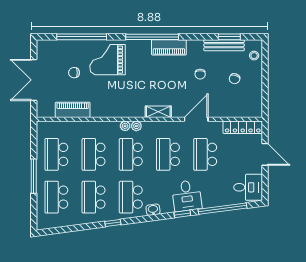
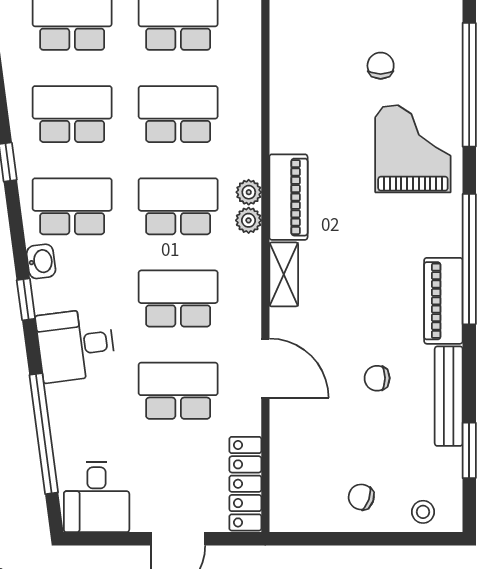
bench: (224, 45) -> (449, 396), moved
chair: (235, 79) -> (361, 497), moved
piano: (73, 110) -> (288, 197), moved
window: (182, 214) -> (26, 299), moved

